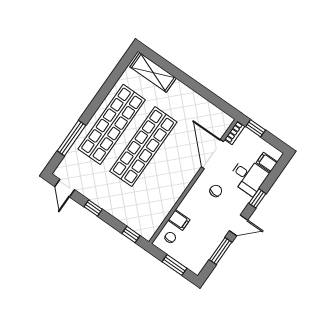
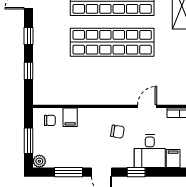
door: (212, 154) -> (147, 106), width x0.53
window: (131, 235) -> (29, 71), moved
plant: (196, 268) -> (39, 161), added

